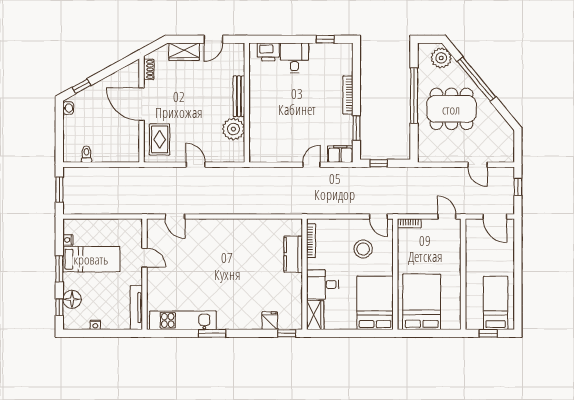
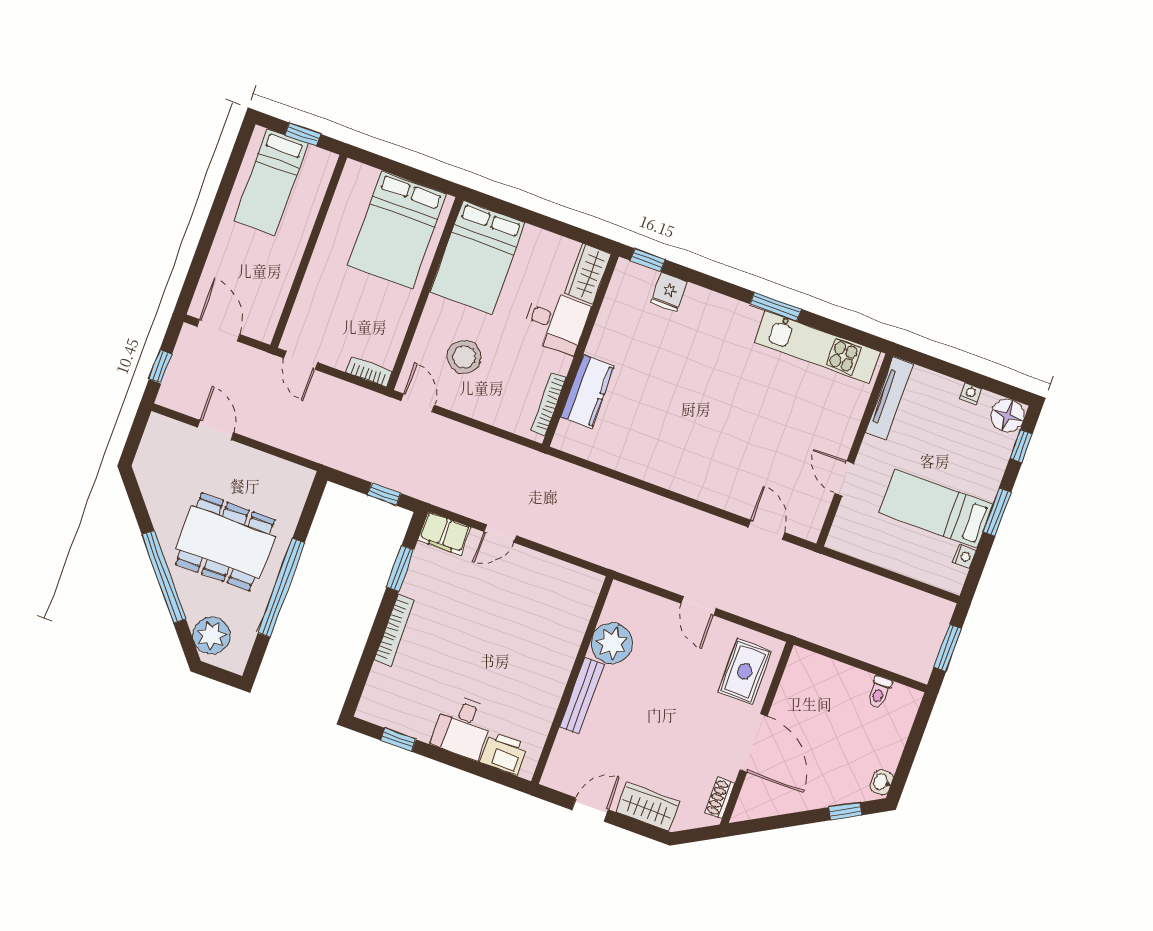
floor lamp: (72, 299) -> (1008, 416), moved

